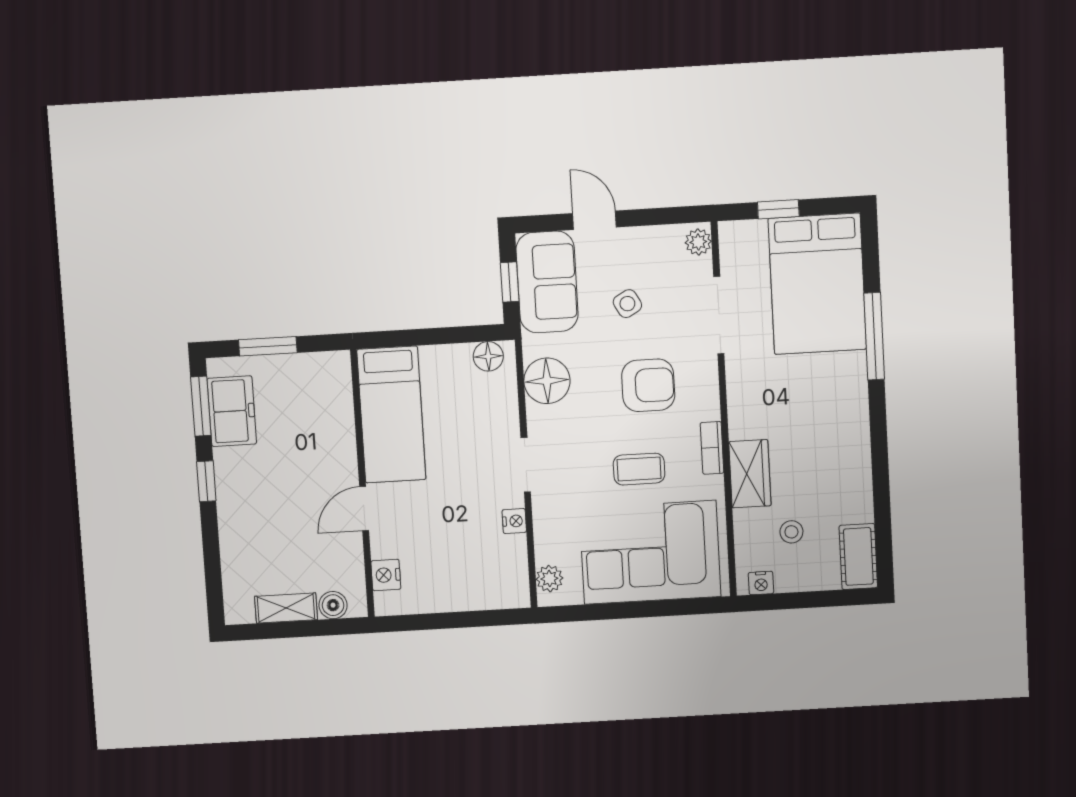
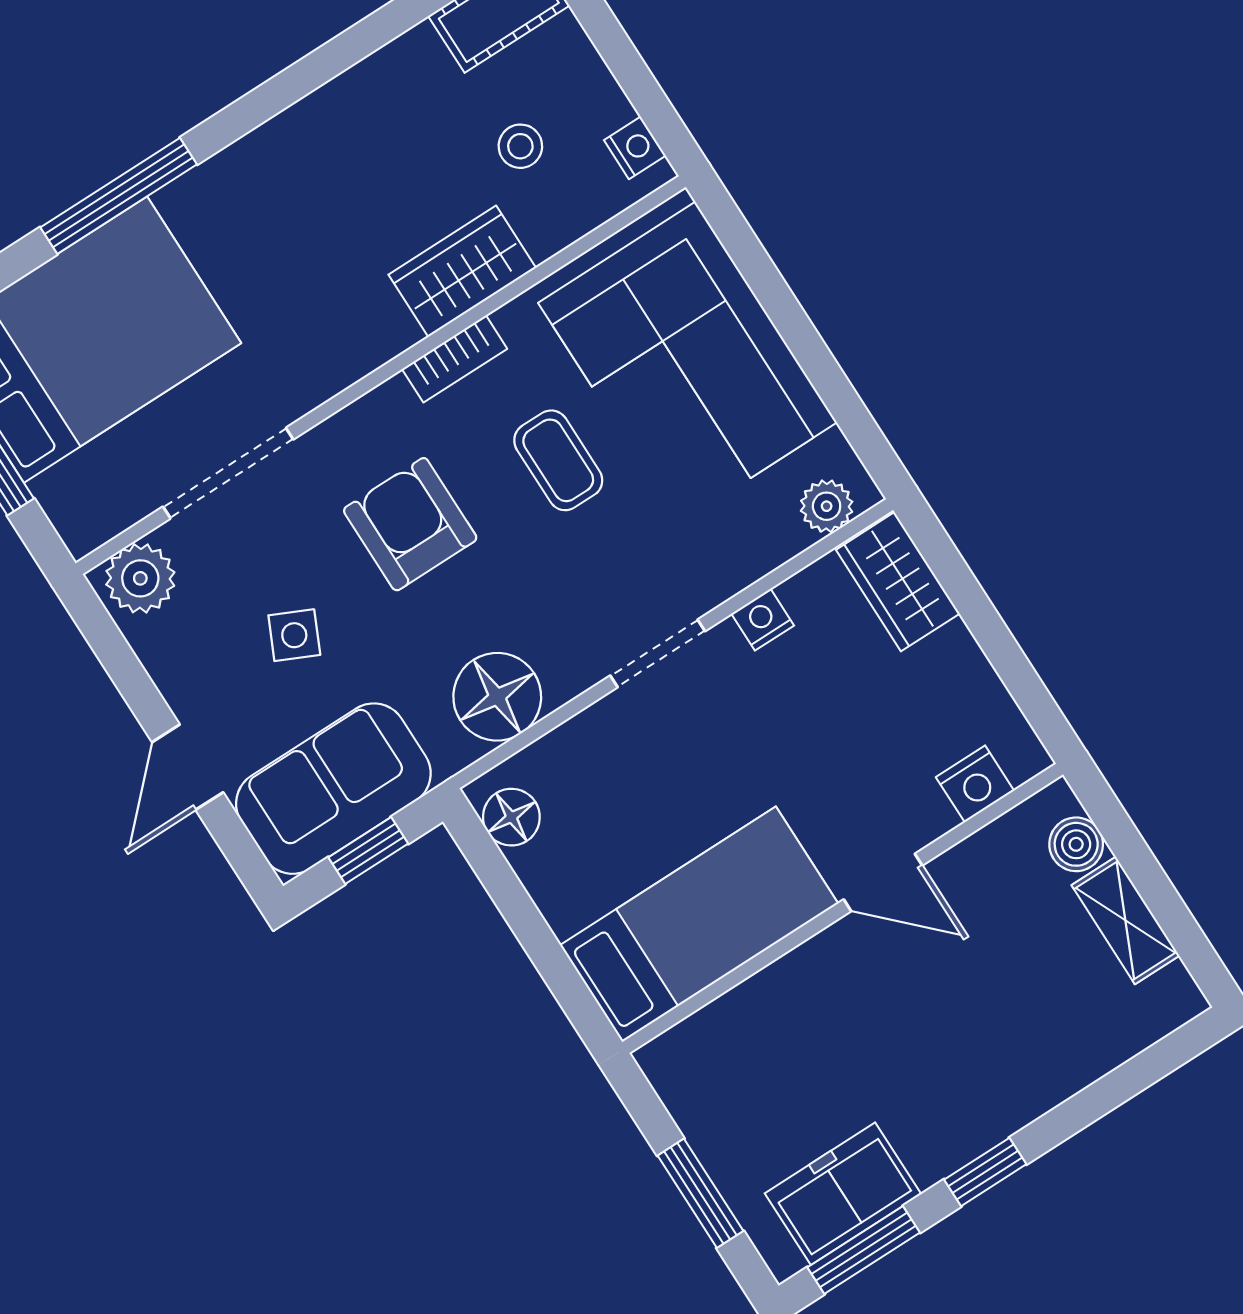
plant: (698, 242) -> (140, 578), width x1.38, depth x1.38
side table: (627, 304) -> (294, 635), turned -36
wardrobe: (497, 591) -> (898, 582), added

